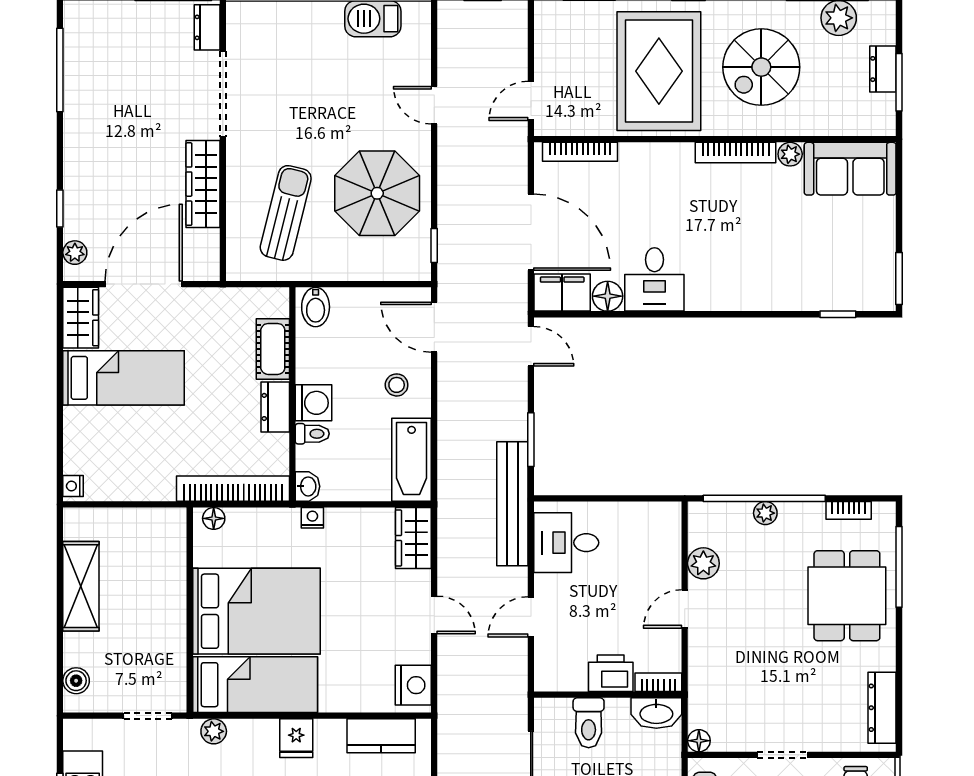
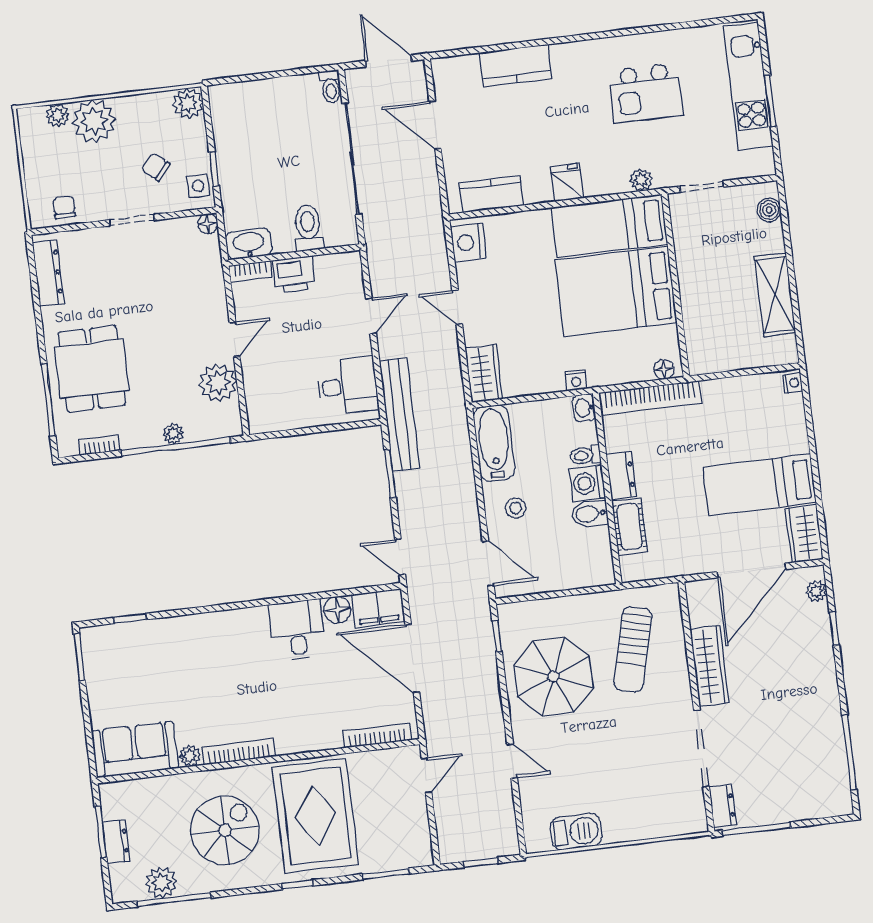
bidet: (316, 307) -> (590, 514), moved, turned -90
plant: (703, 563) -> (218, 383), width x1.36, depth x1.36

